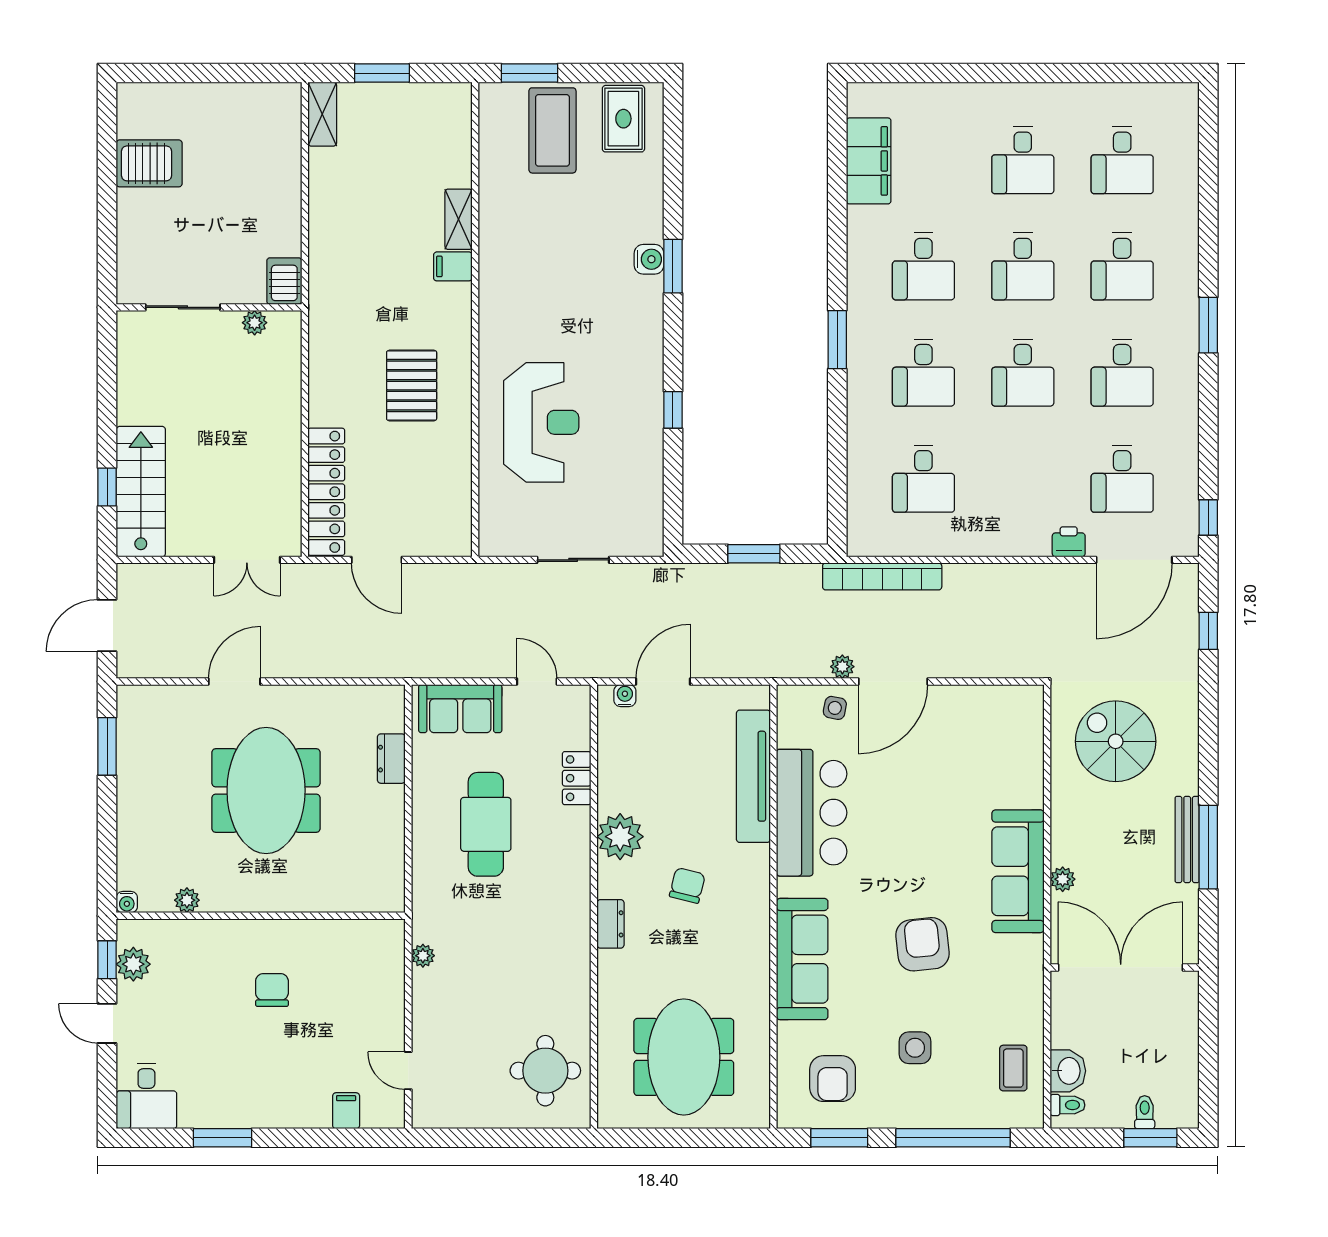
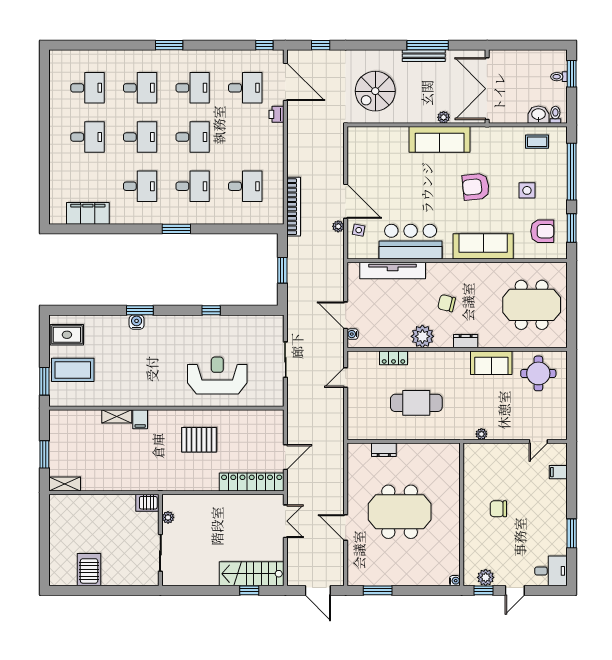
sofa: (460, 709) -> (491, 363), moved, turned 90
plant: (187, 900) -> (454, 551), removed

